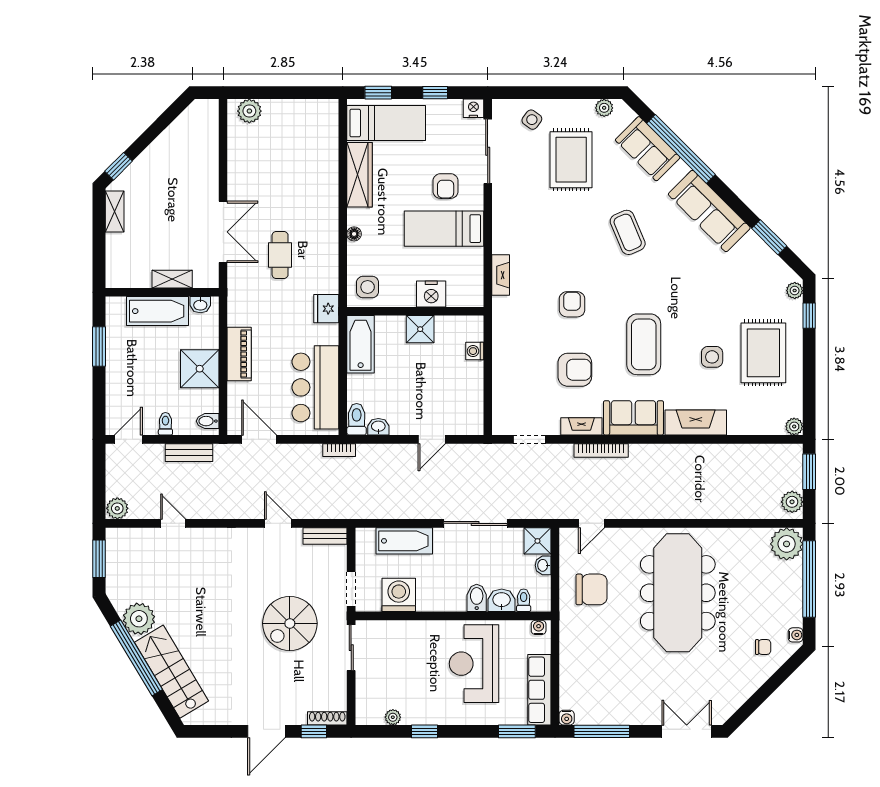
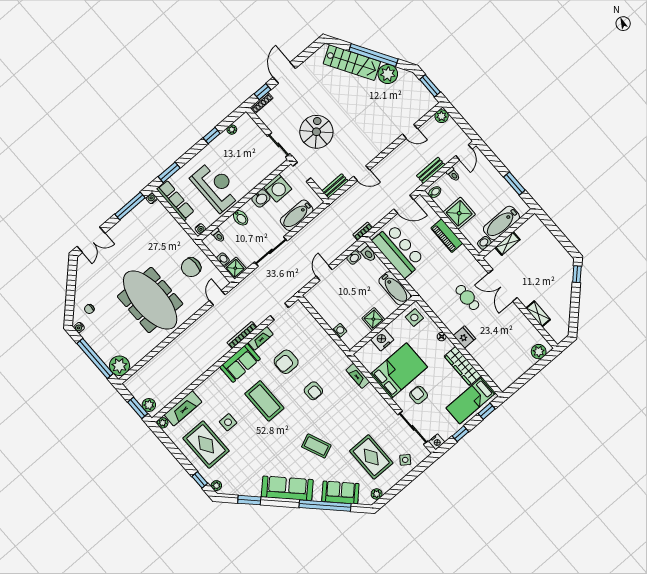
shelving: (115, 211) -> (538, 314), moved
bed: (444, 229) -> (399, 371), width x1.50
fridge: (326, 309) -> (464, 337), moved
fireplace: (696, 423) -> (183, 408), moved
plant: (792, 502) -> (149, 405), moved
washbasin: (502, 600) -> (261, 198), moved

